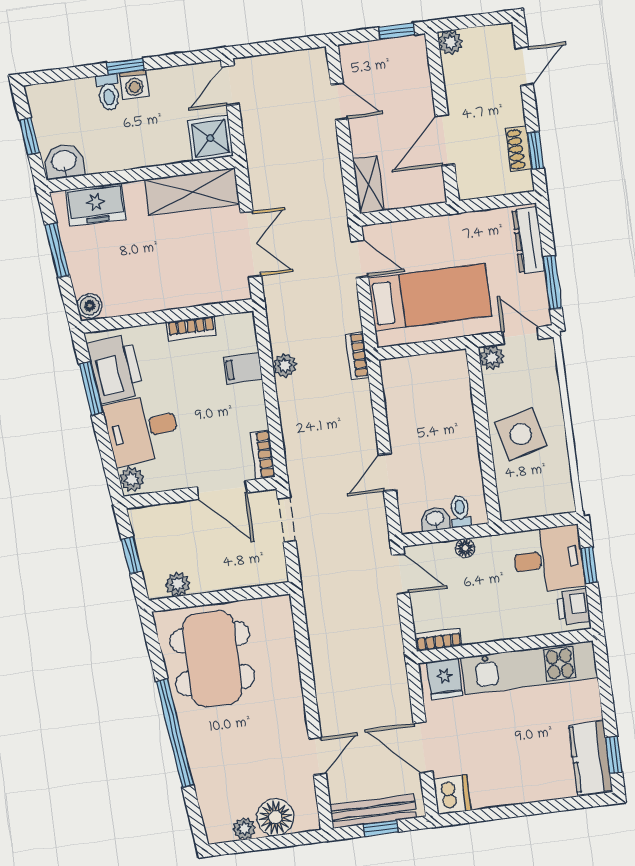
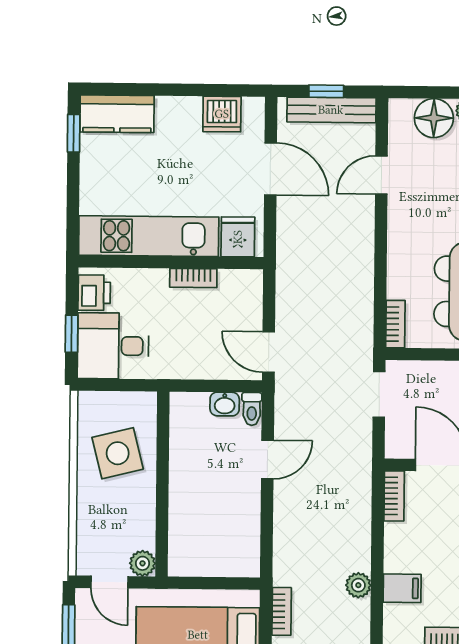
bookcase: (357, 355) -> (282, 611), moved
side table: (521, 434) -> (118, 453), moved
toilet: (460, 511) -> (252, 409), moved
doorway: (287, 520) -> (379, 394), moved
floor lamp: (465, 548) -> (198, 370), removed
bookcase: (284, 617) -> (395, 324), added
bookcase: (439, 640) -> (193, 278), moved
kitchen counter: (590, 758) -> (117, 114), moved, turned 90
dishwasher: (452, 795) -> (222, 114), moved, turned -90

